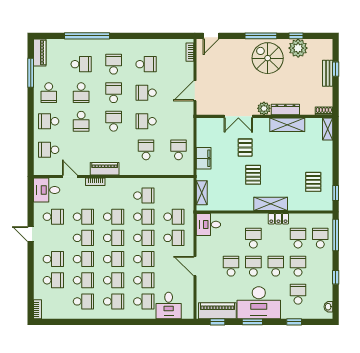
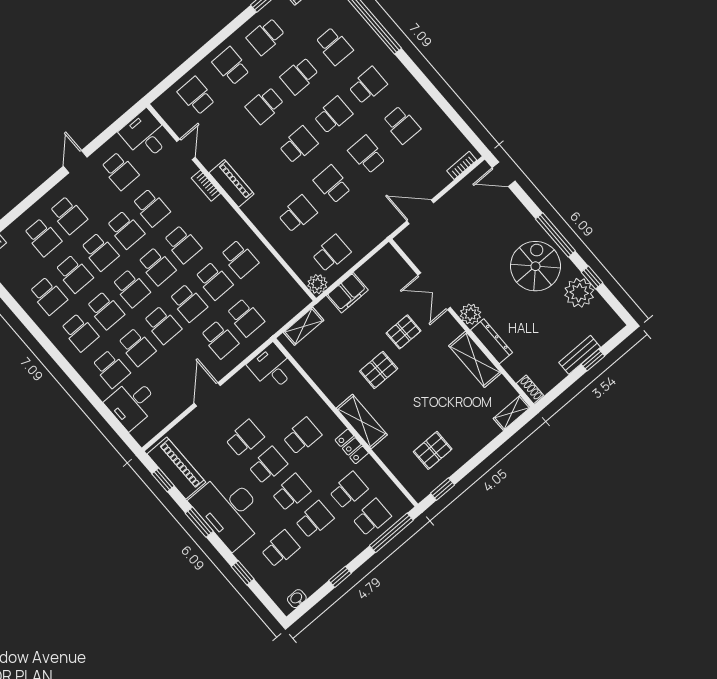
plant: (187, 169) -> (317, 284), added

